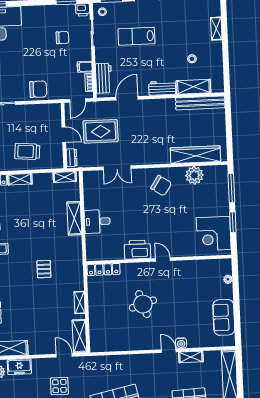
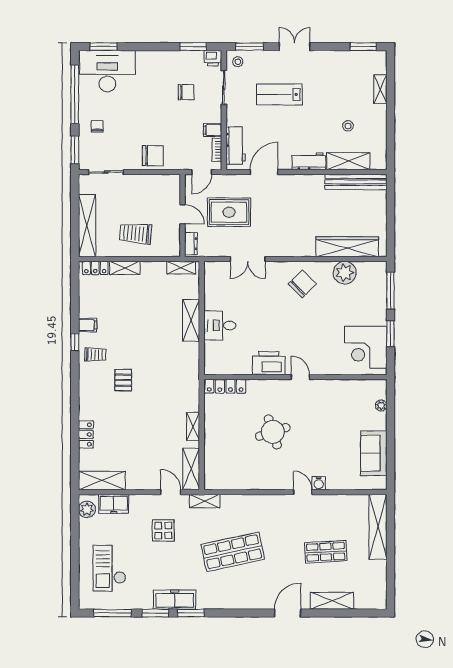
chair: (161, 186) -> (302, 284), turned -78
pallet: (44, 269) -> (123, 380), moved
shelving: (191, 357) -> (205, 501), moved

